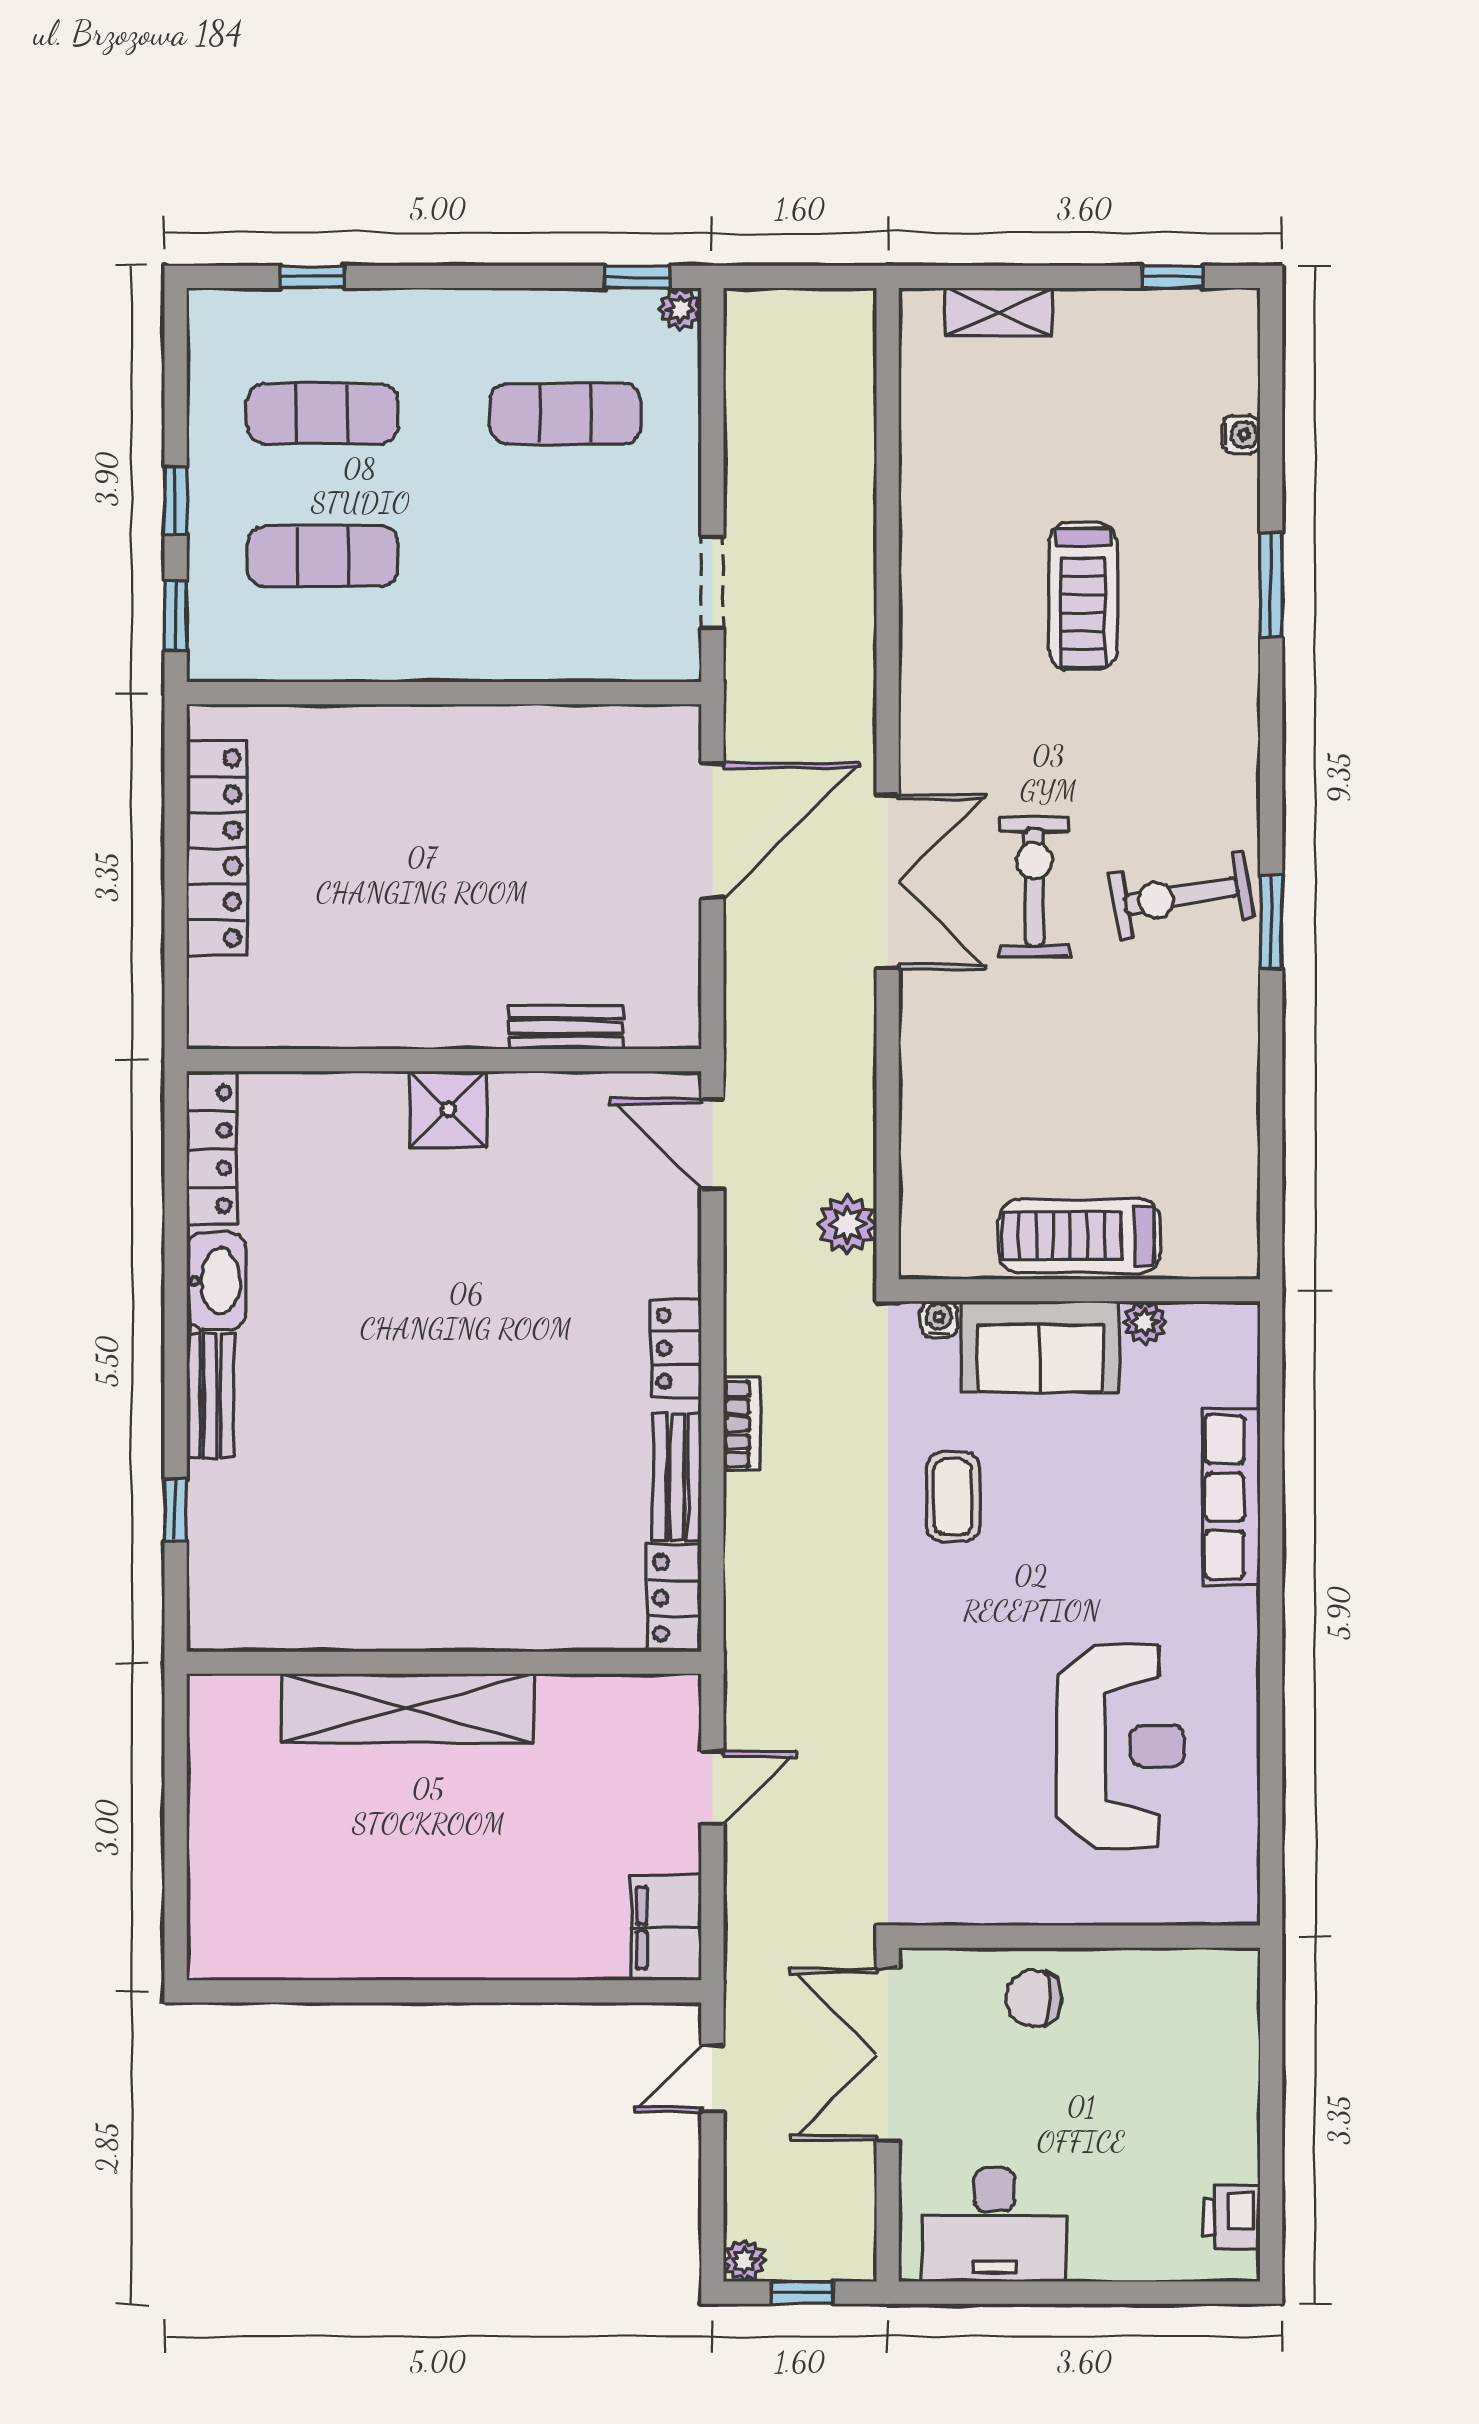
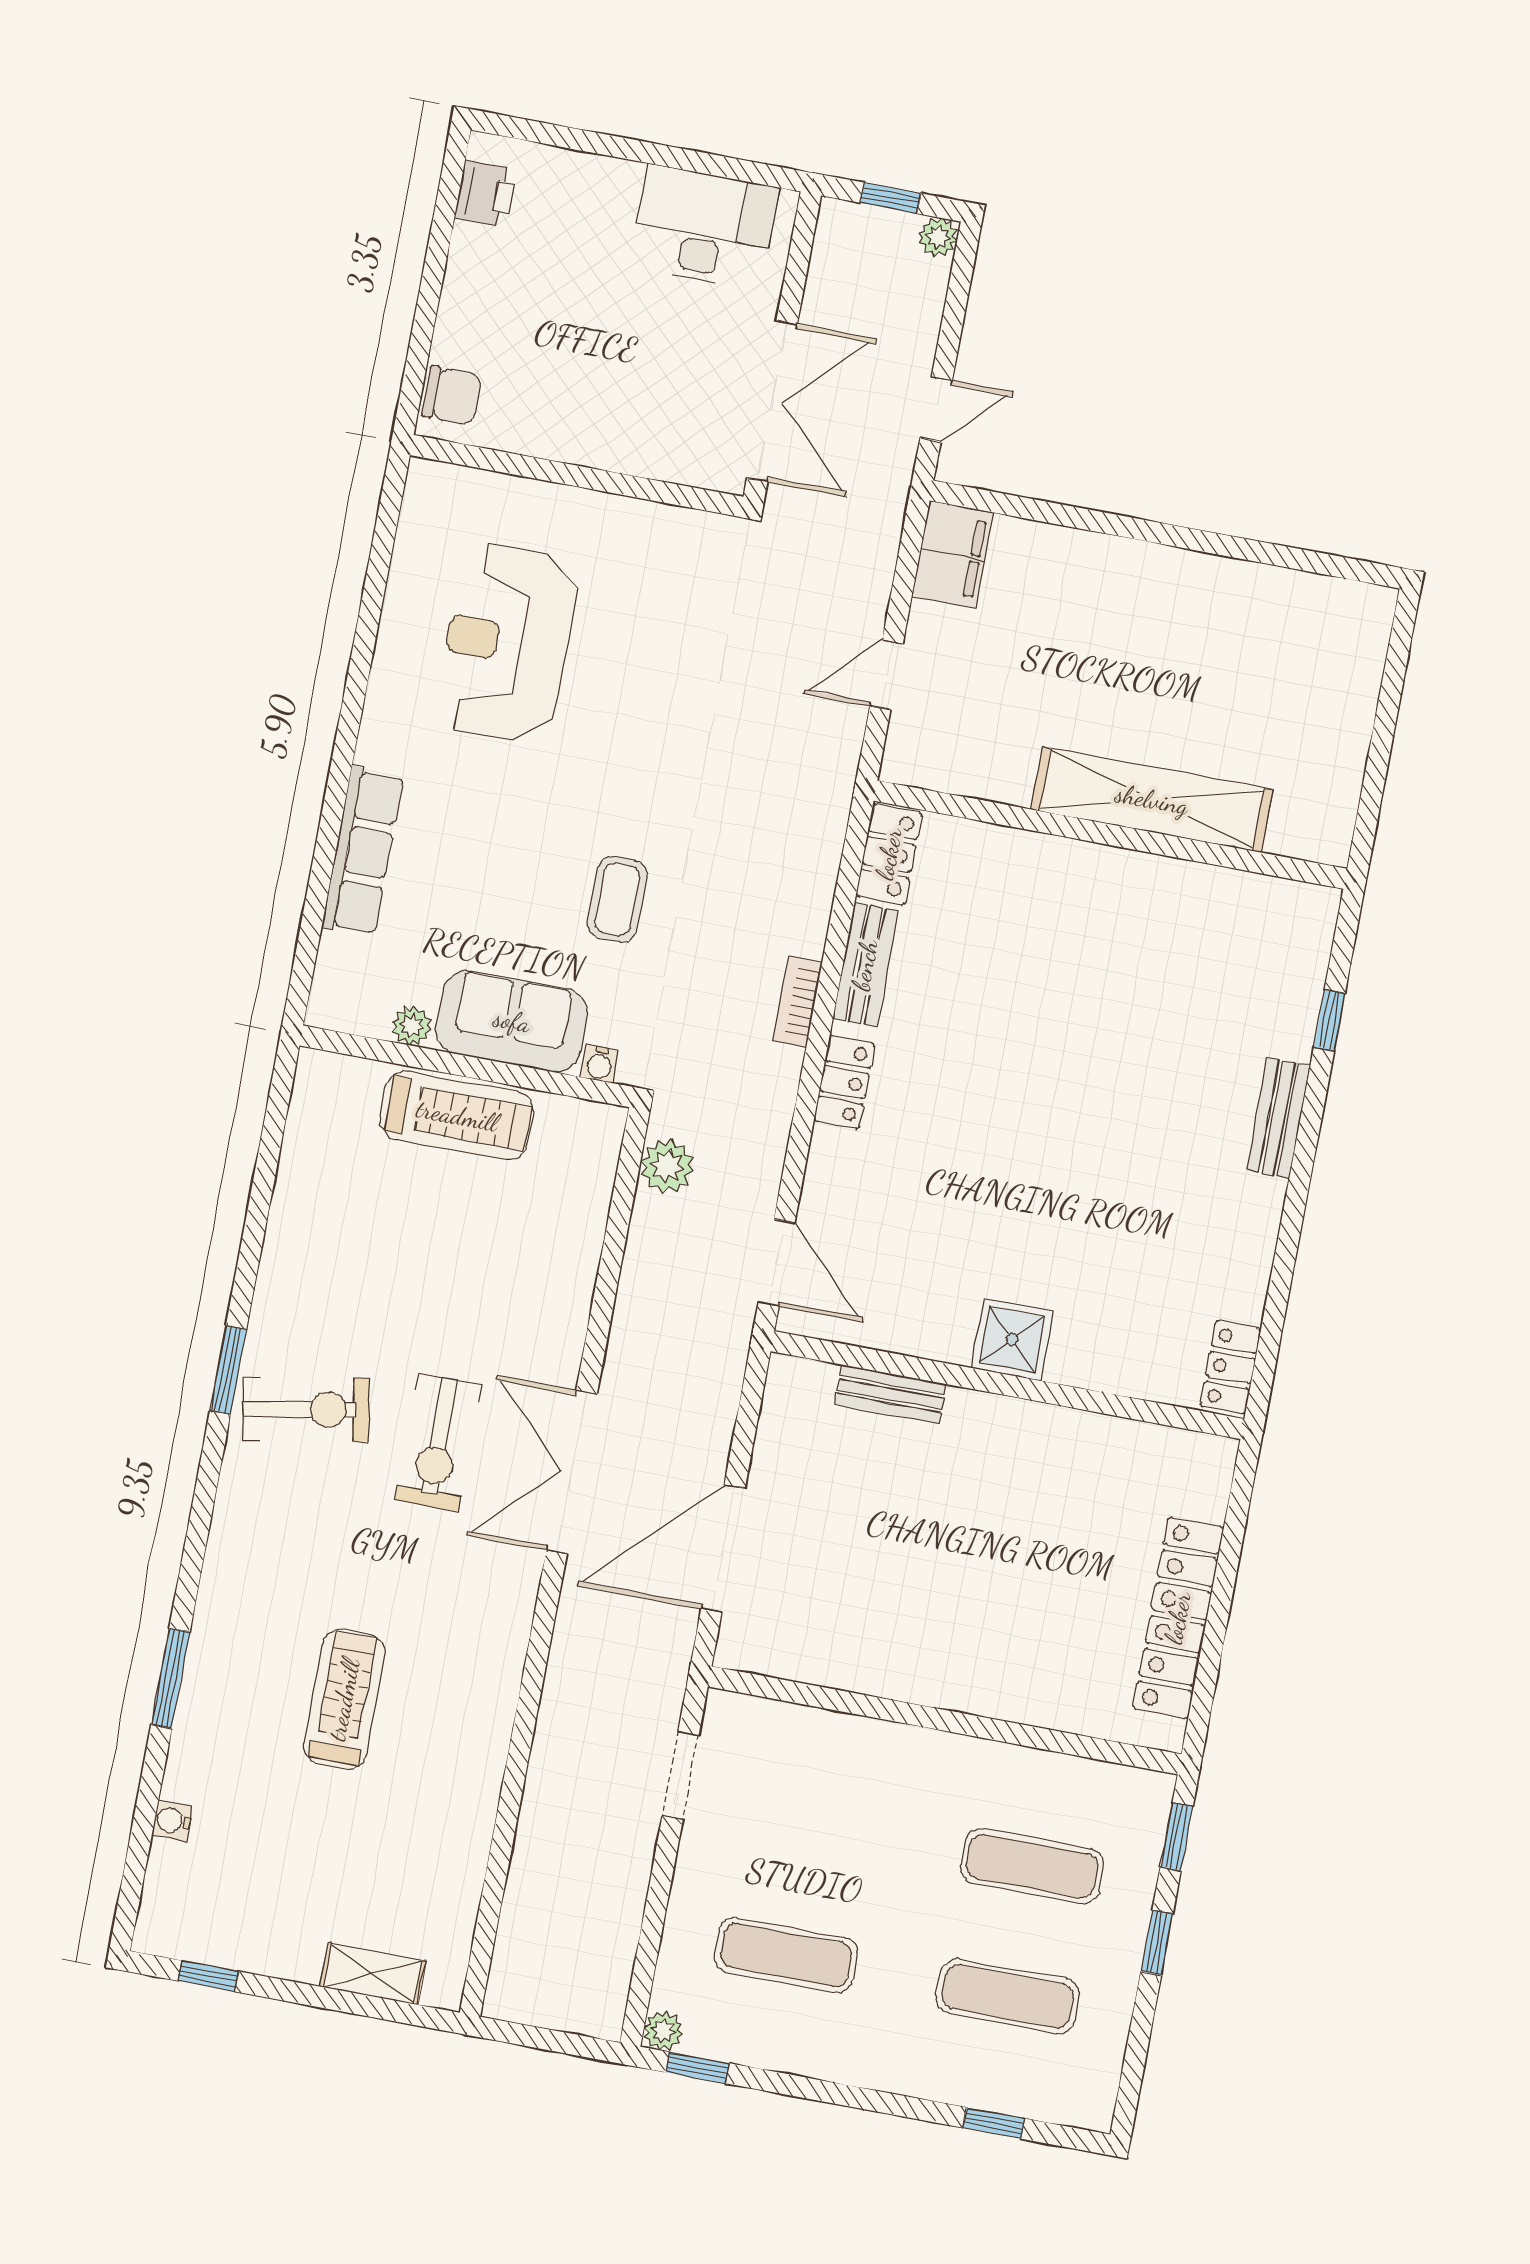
locker: (212, 1149) -> (1230, 1367), width x0.66
washbasin: (216, 1281) -> (1253, 1222), removed
chair: (1034, 1998) -> (452, 396), moved

